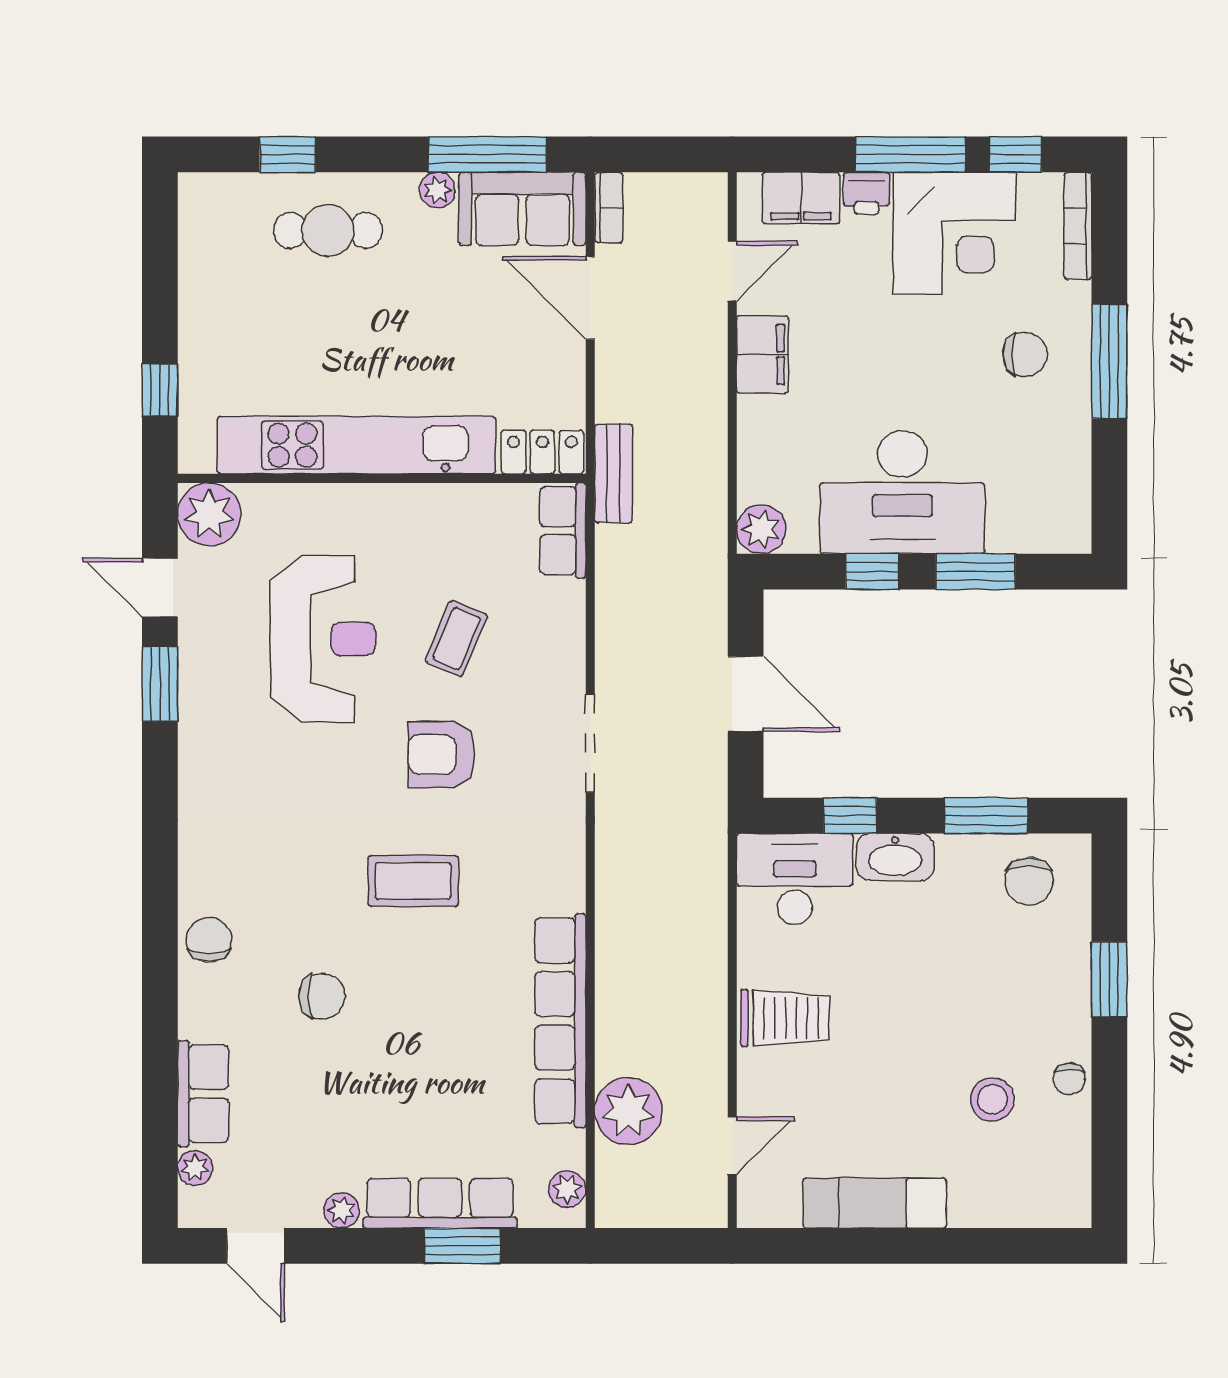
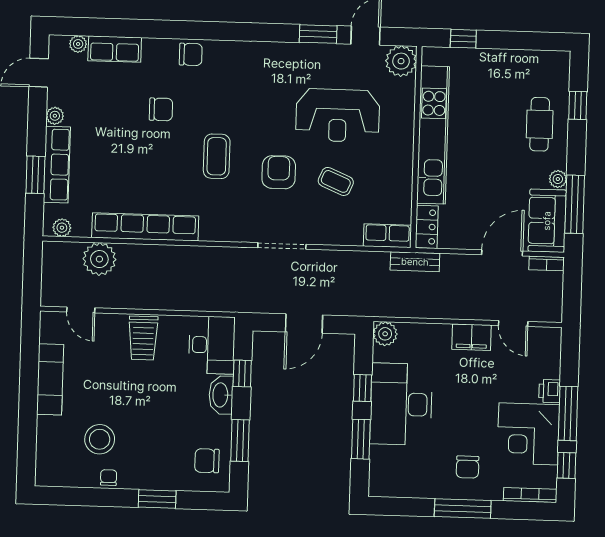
filing cabinet: (801, 198) -> (548, 359), removed
chair: (322, 996) -> (161, 109), turned -90
chair: (1069, 1079) -> (109, 478), turned 90
stool: (992, 1099) -> (100, 439), width x1.38, depth x1.38

